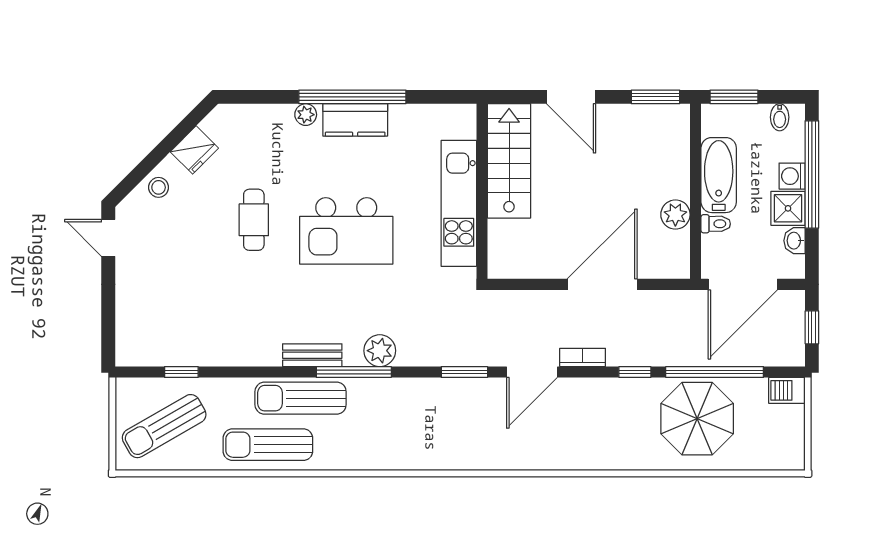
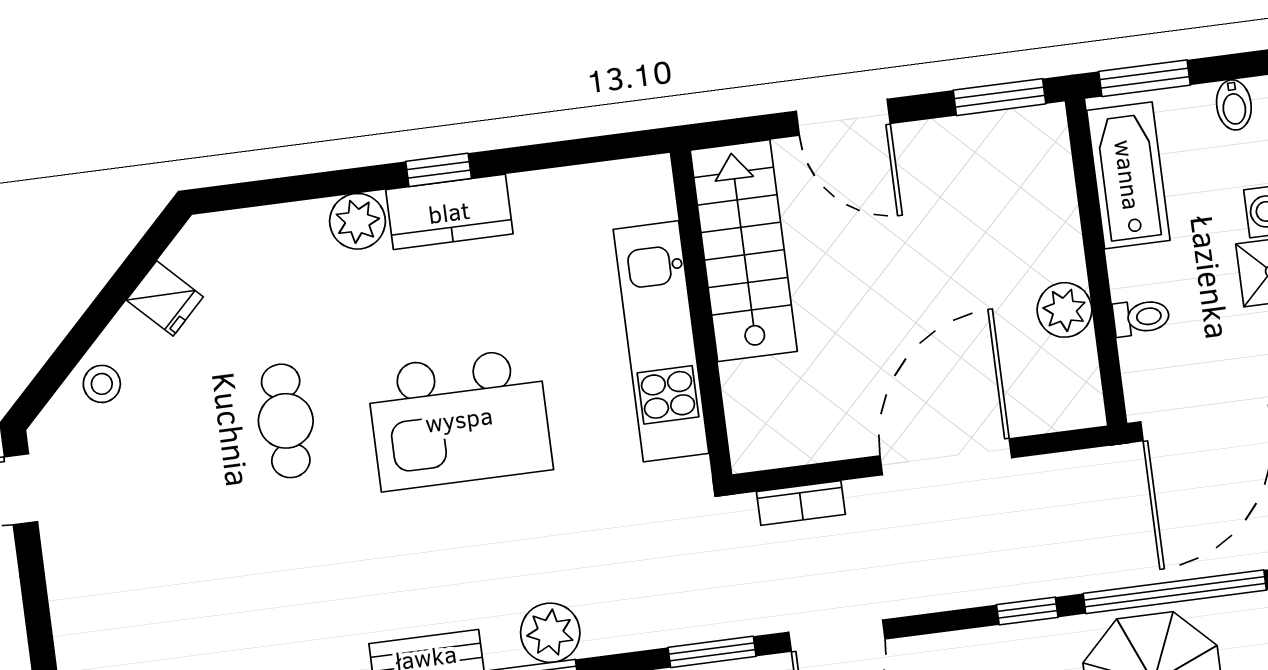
window: (352, 97) -> (439, 170), width x0.32
plant: (306, 115) -> (357, 221), width x1.38, depth x1.38
fridge: (194, 150) -> (165, 298), width x0.72
bathtub: (719, 175) -> (1128, 175), moved
bookcase: (583, 357) -> (801, 503), moved, turned 180

